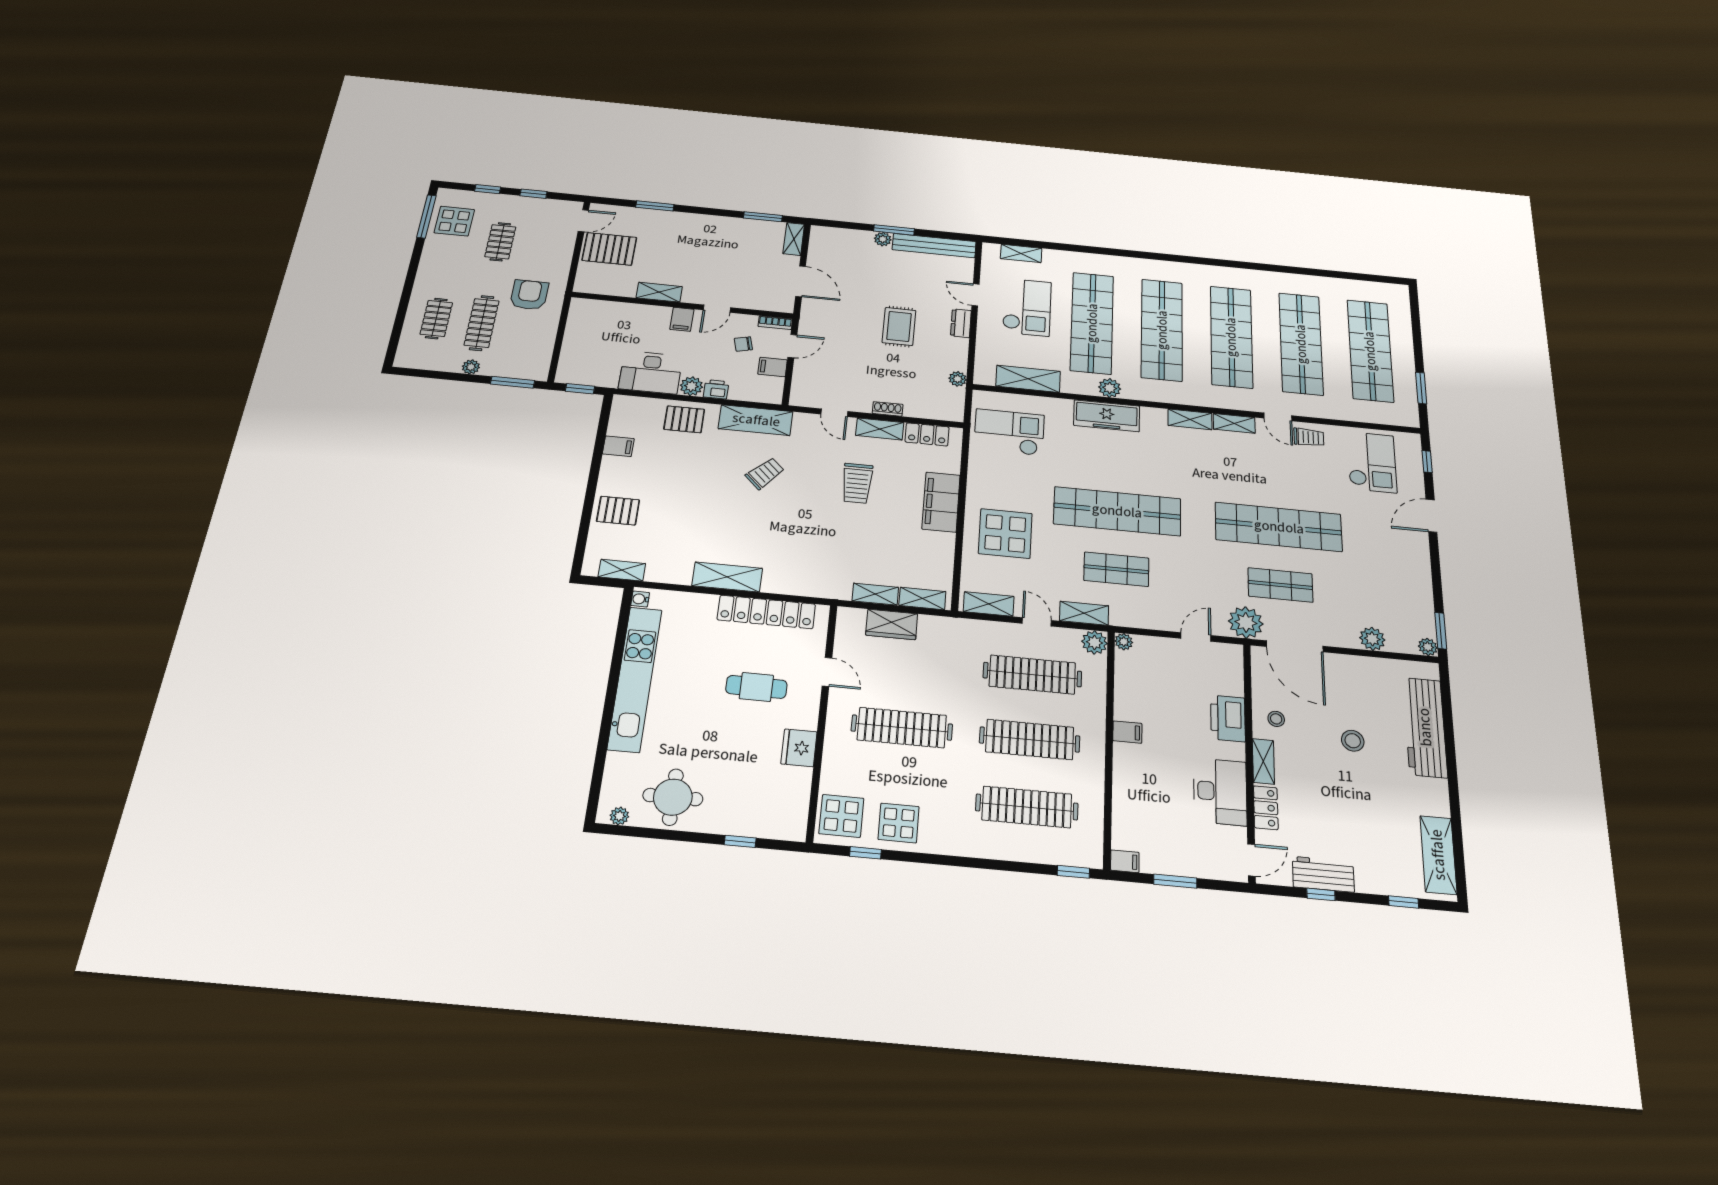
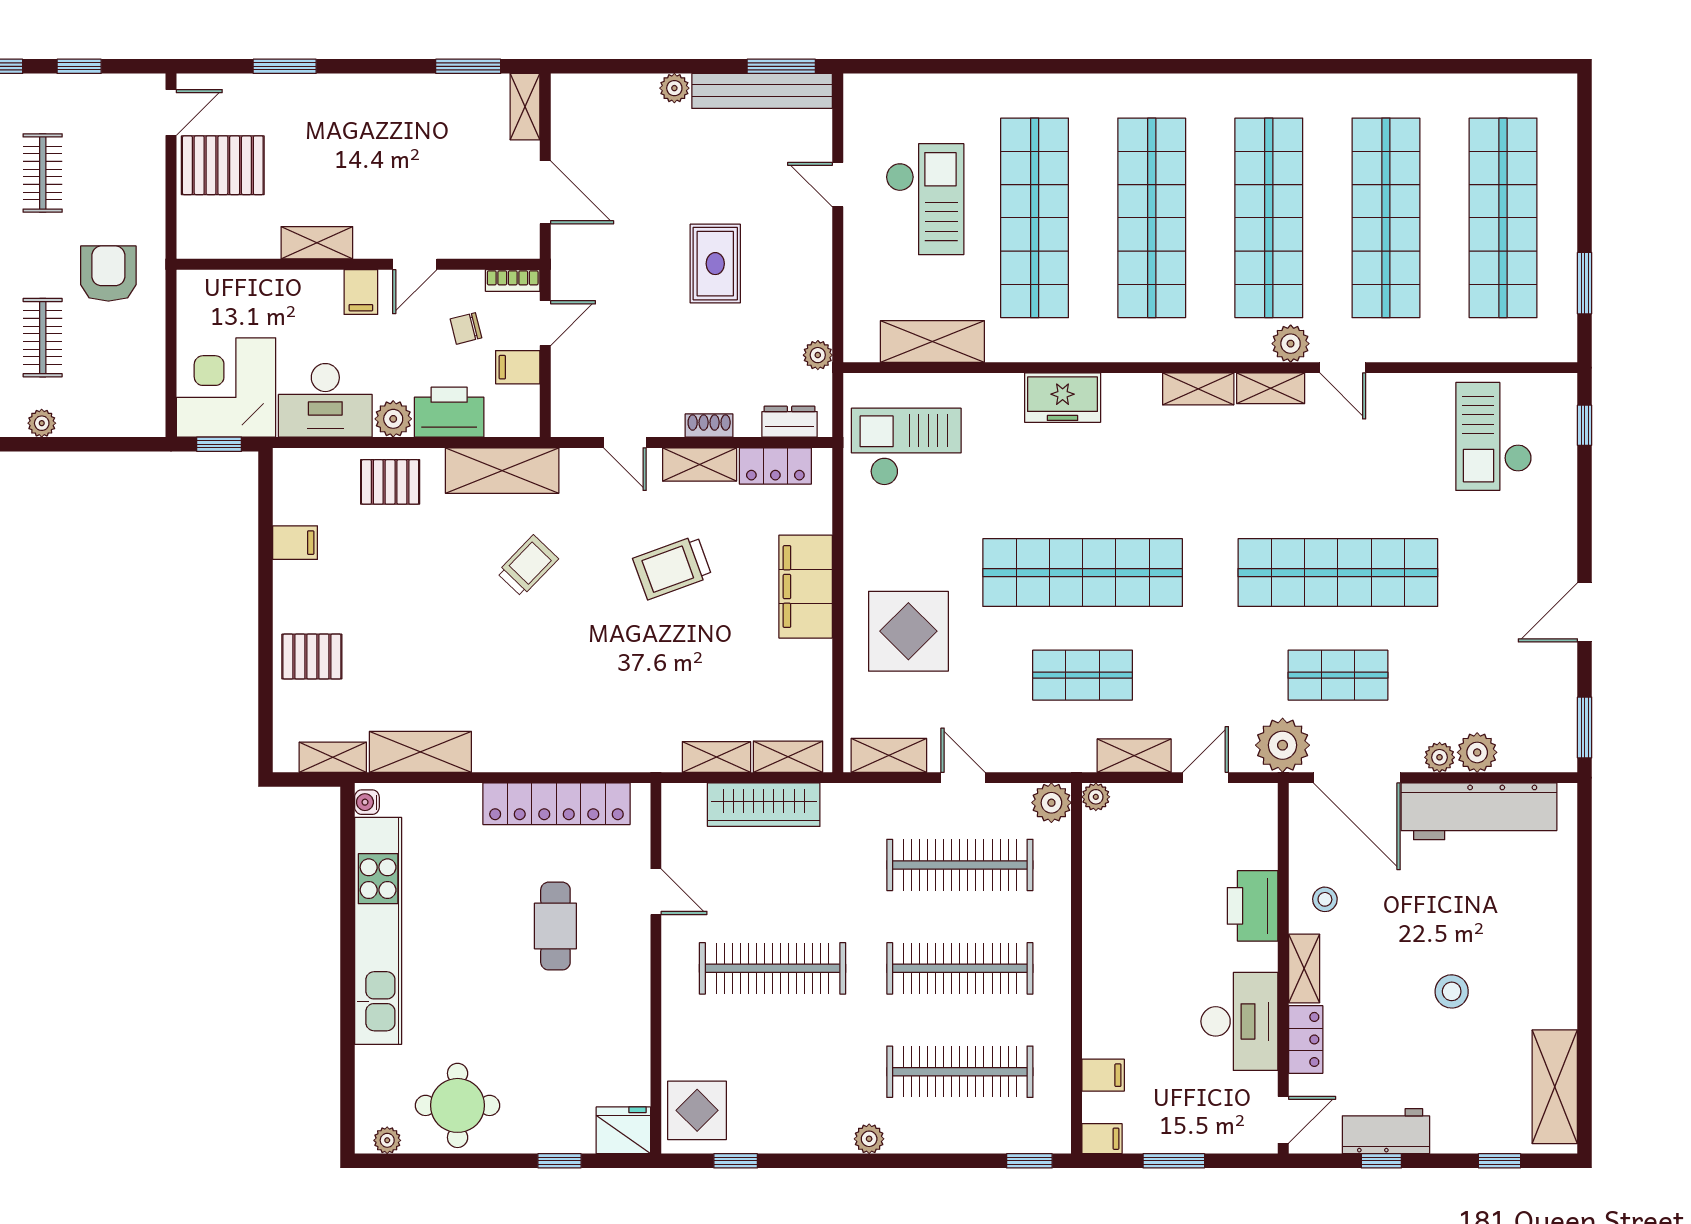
window: (894, 230) -> (781, 66), moved
shelving: (1021, 253) -> (910, 89), removed
clothes rail: (482, 323) -> (43, 338), width x0.73
dresser: (961, 323) -> (790, 422), moved, turned 90
corner desk: (590, 360) -> (226, 387), added
window: (513, 382) -> (112, 444), removed
plant: (1110, 388) -> (1291, 344), moved
printer: (716, 389) -> (449, 412), width x1.87, depth x1.48
freezer: (1107, 416) -> (1063, 398), width x0.71
trolley: (1309, 437) -> (1393, 401), removed
checkout: (1372, 462) -> (1494, 436), turned 180
trolley: (857, 483) -> (672, 568), turned 70
door: (1431, 516) -> (1585, 612), moved
shelving: (727, 577) -> (420, 752), moved
shelving: (1084, 613) -> (1134, 756), moved
wardrobe: (892, 624) -> (764, 805), width x1.50
plant: (1428, 647) -> (1440, 757), moved
cafe table: (756, 687) -> (555, 926), turned 90
workbench: (1425, 727) -> (1479, 811), moved, turned -90
filing cabinet: (1127, 732) -> (1103, 1075), moved
stool: (1353, 741) -> (1452, 991), moved
fridge: (799, 748) -> (623, 1130), moved, turned 90
display table: (899, 823) -> (779, 1113), removed
plant: (961, 846) -> (869, 1139), added

